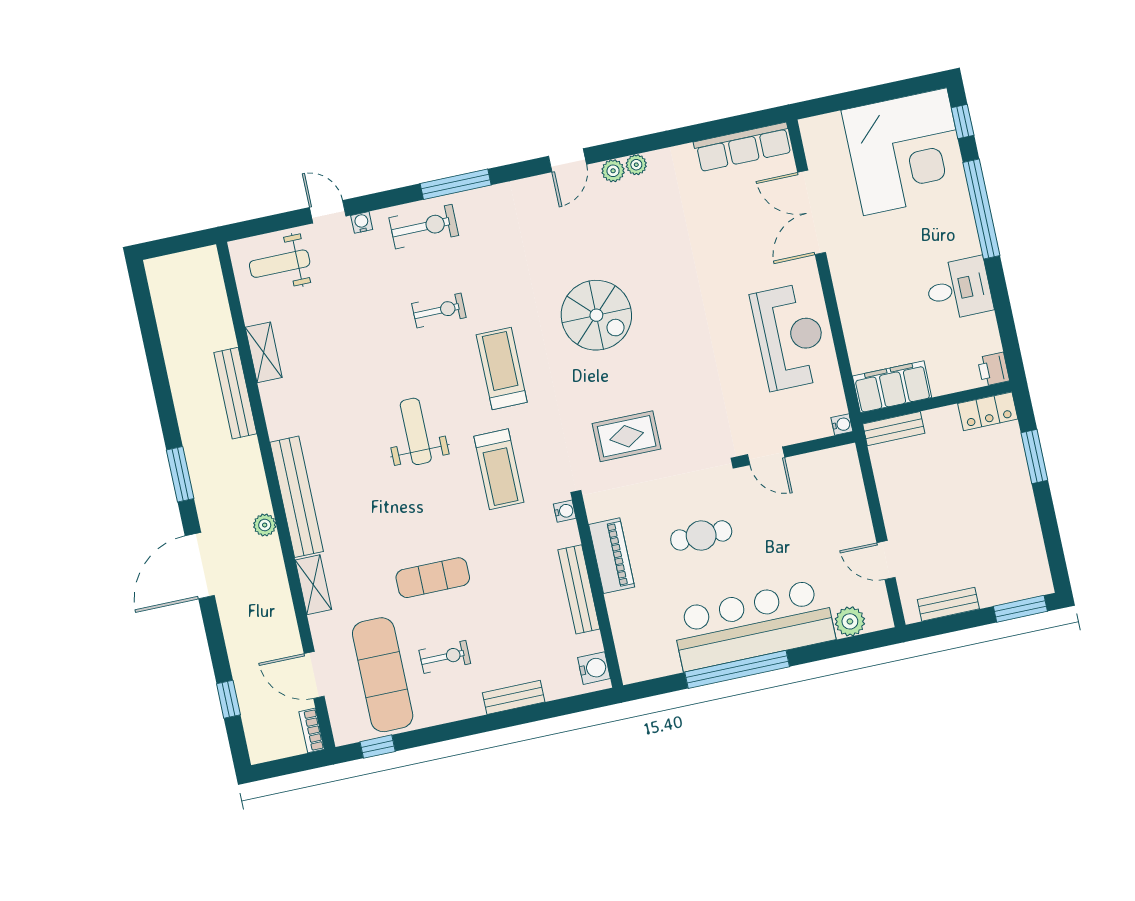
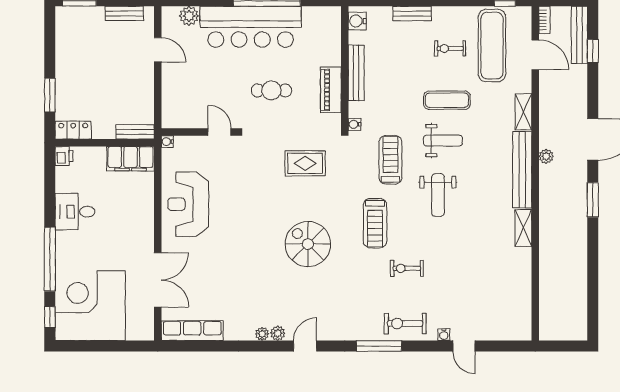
weight bench: (280, 264) -> (443, 141), moved
shelving: (264, 352) -> (523, 228), moved
bench: (235, 393) -> (579, 35), moved

